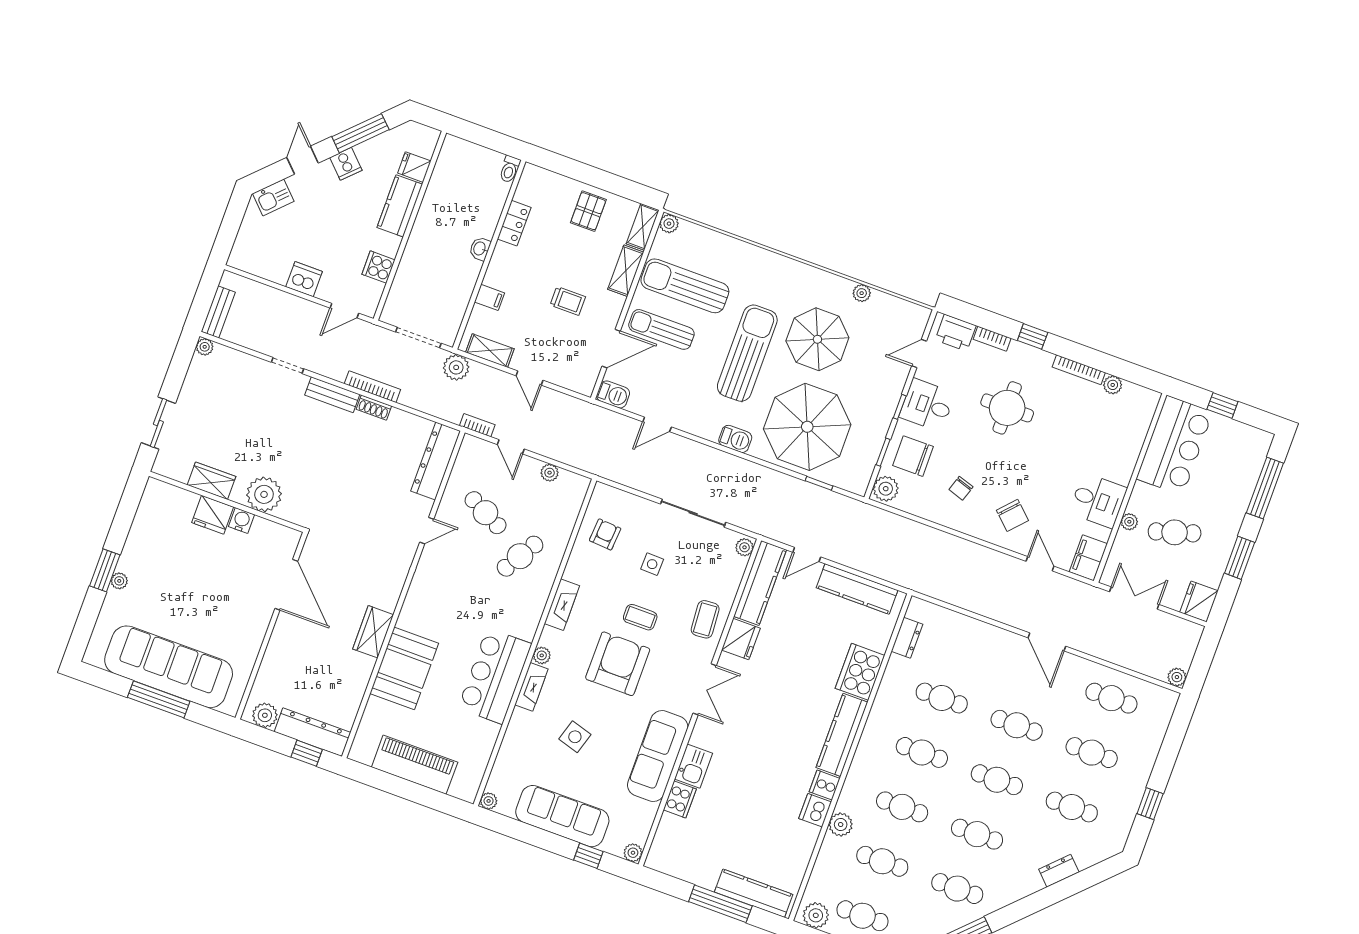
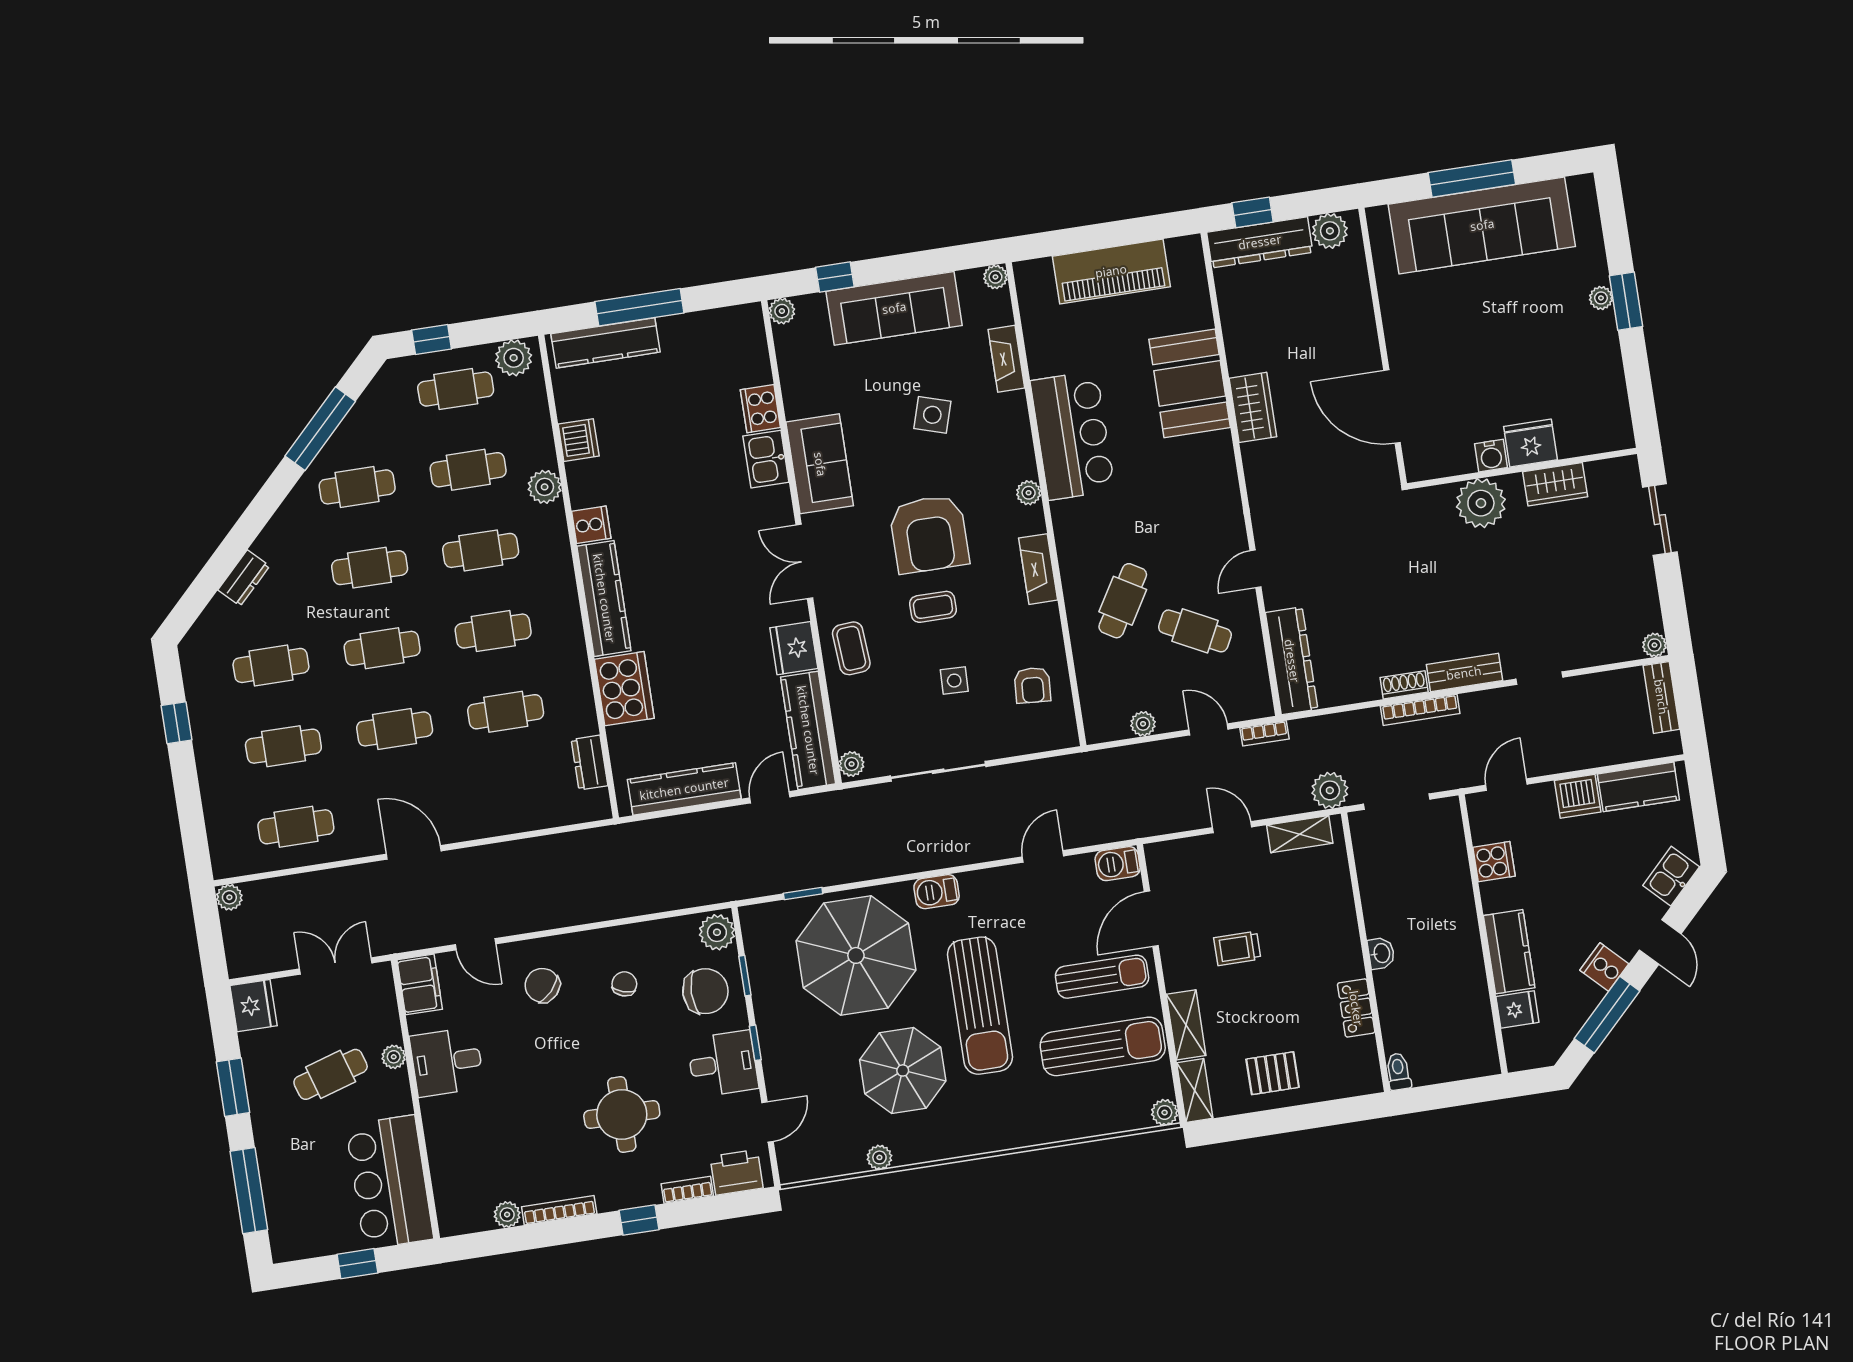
pallet: (588, 211) -> (1273, 1073), turned 90
kitchen counter: (263, 264) -> (1638, 787), added
filing cabinet: (489, 297) -> (1336, 899), removed
double door: (1134, 598) -> (336, 966), swing flipped
fireplace: (531, 687) -> (1006, 359), moved
sofa: (658, 756) -> (820, 464), width x0.73
dishwasher: (815, 810) -> (579, 440), moved

